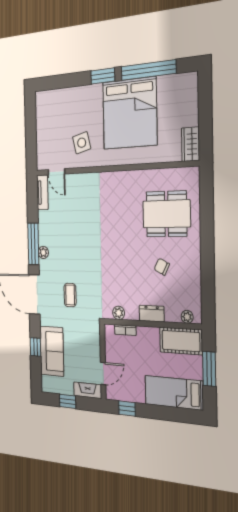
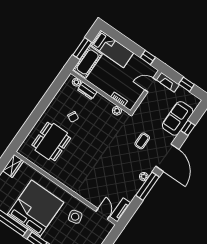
dining table: (166, 214) -> (51, 142), turned 90
dresser: (152, 314) -> (87, 91), moved
cot: (181, 341) -> (88, 62), moved, turned 90

